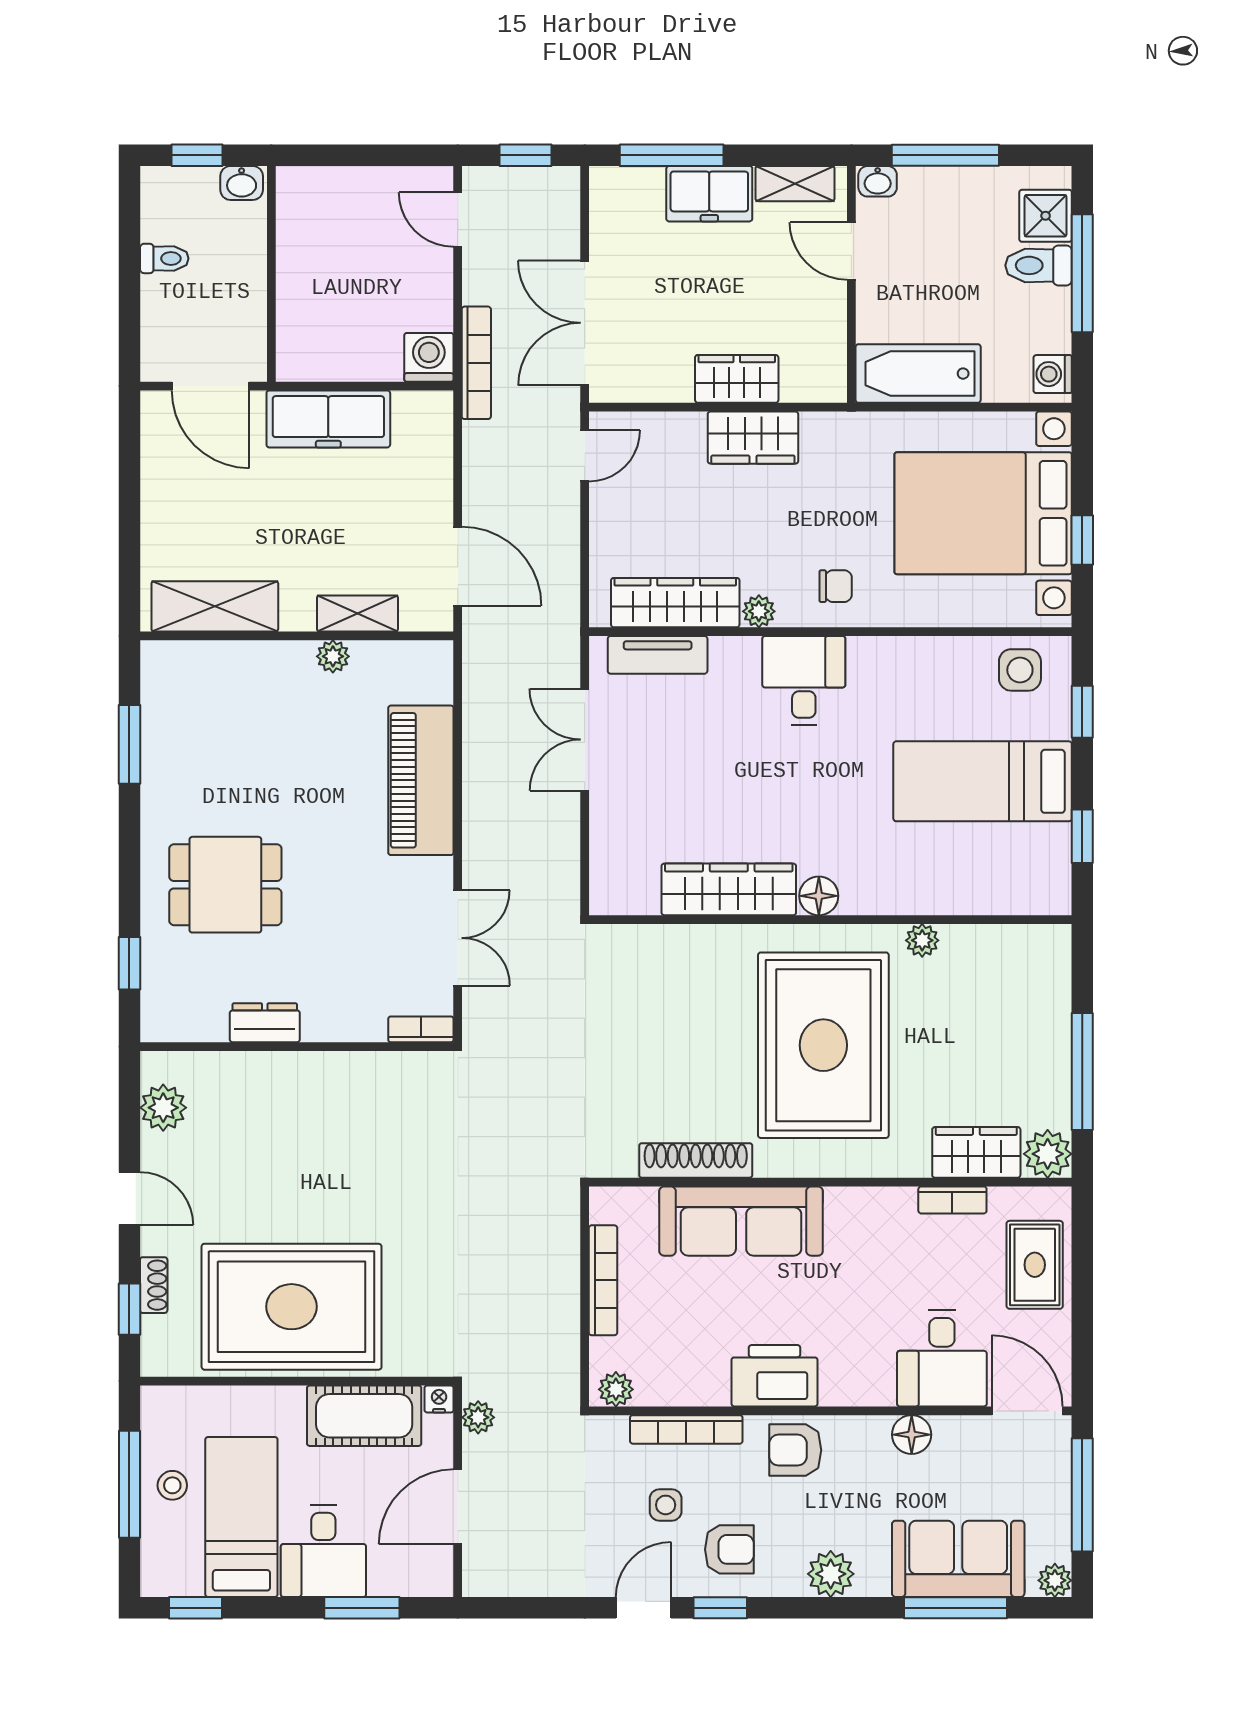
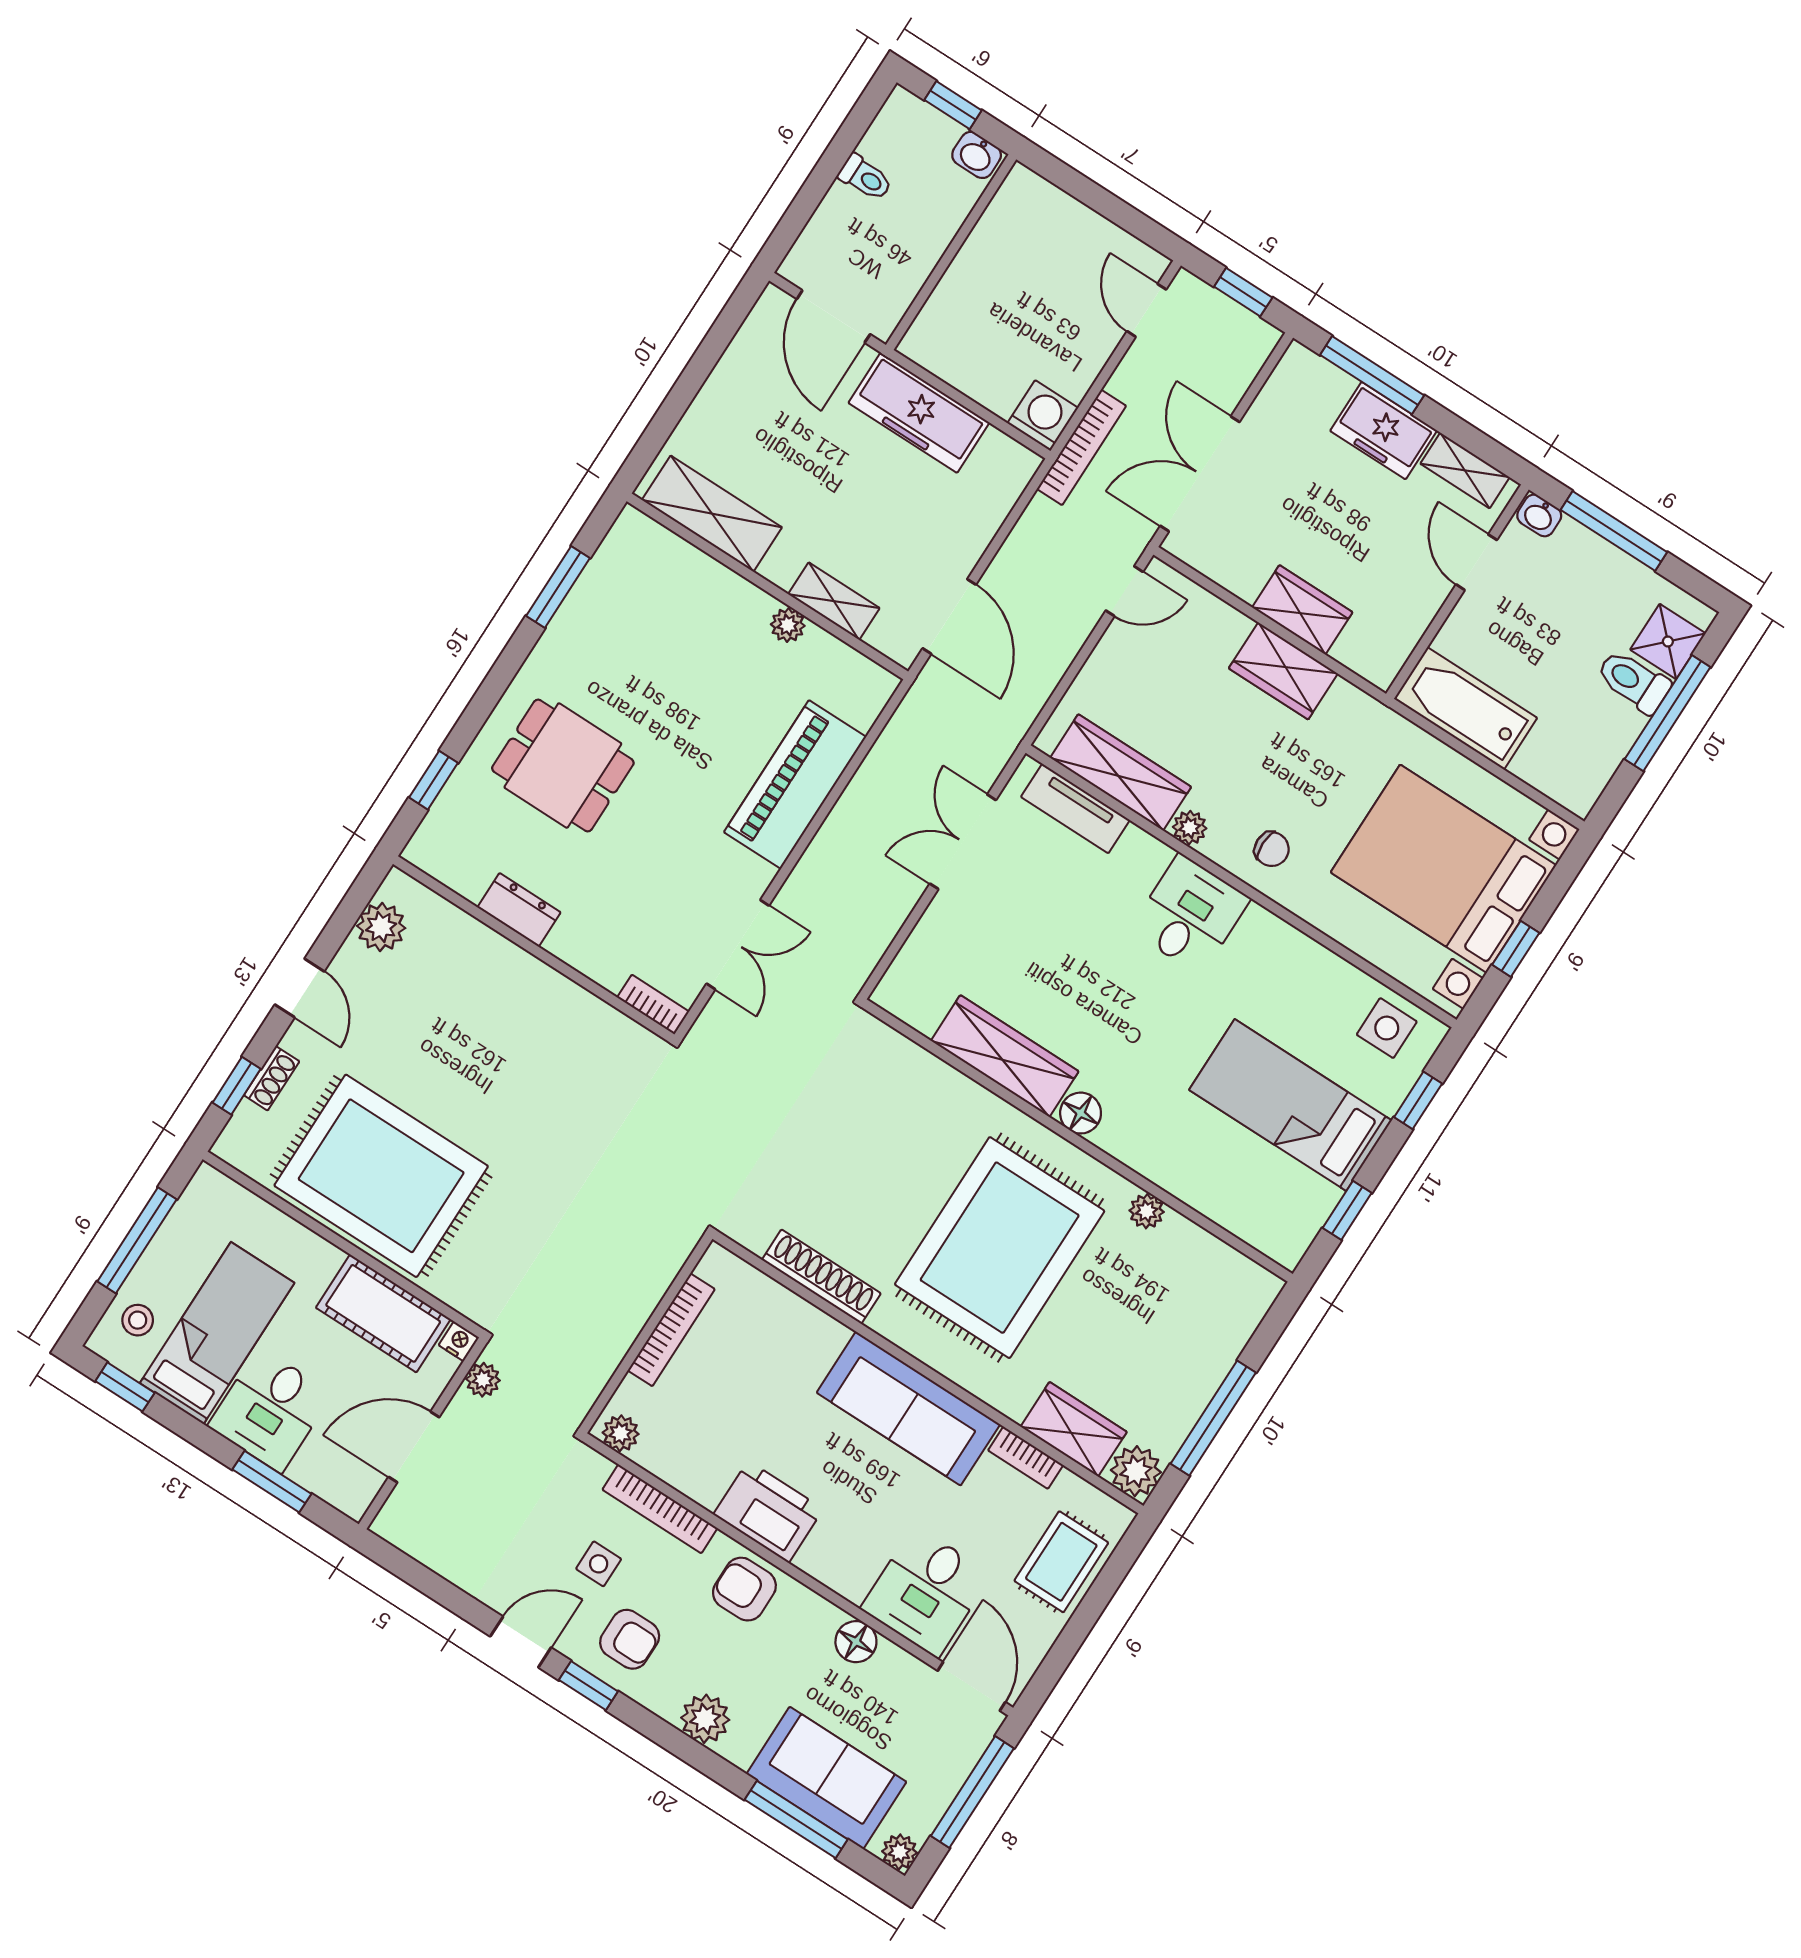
washing machine: (1053, 374) -> (1584, 785), removed
sofa: (741, 1221) -> (908, 1409), moved
stool: (172, 1485) -> (138, 1320), moved

